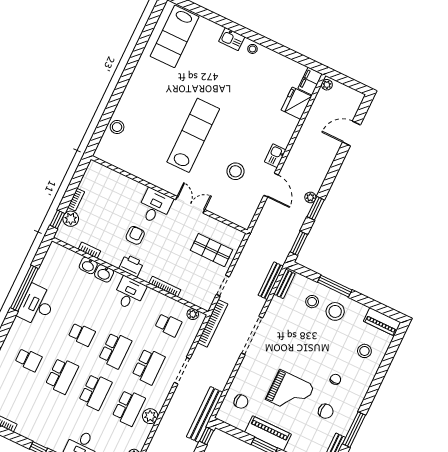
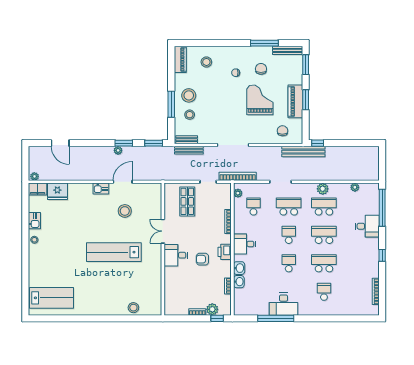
kitchen sink: (232, 39) -> (34, 221), moved
school desk: (115, 350) -> (289, 235), width x0.54

